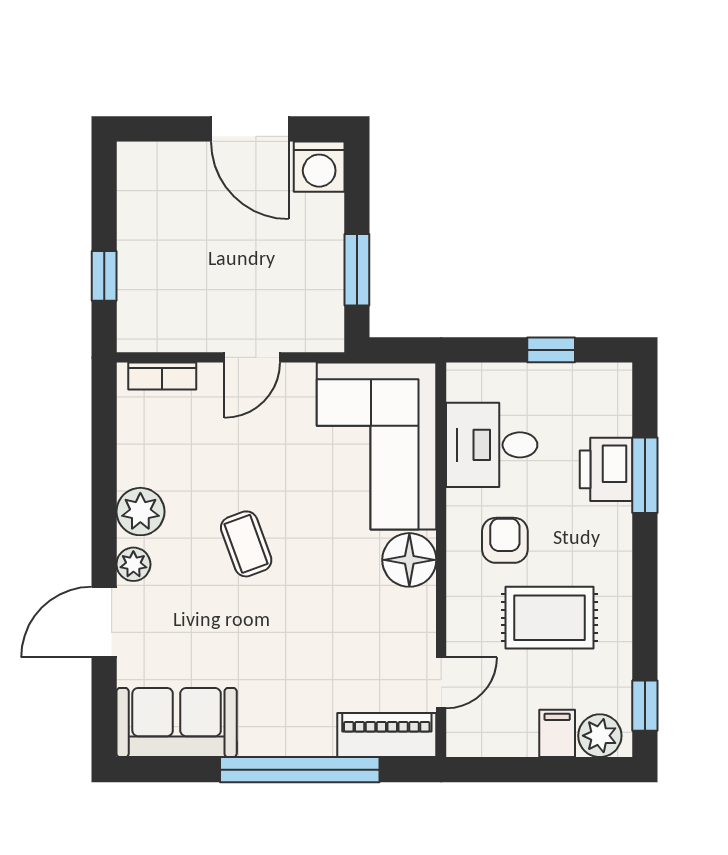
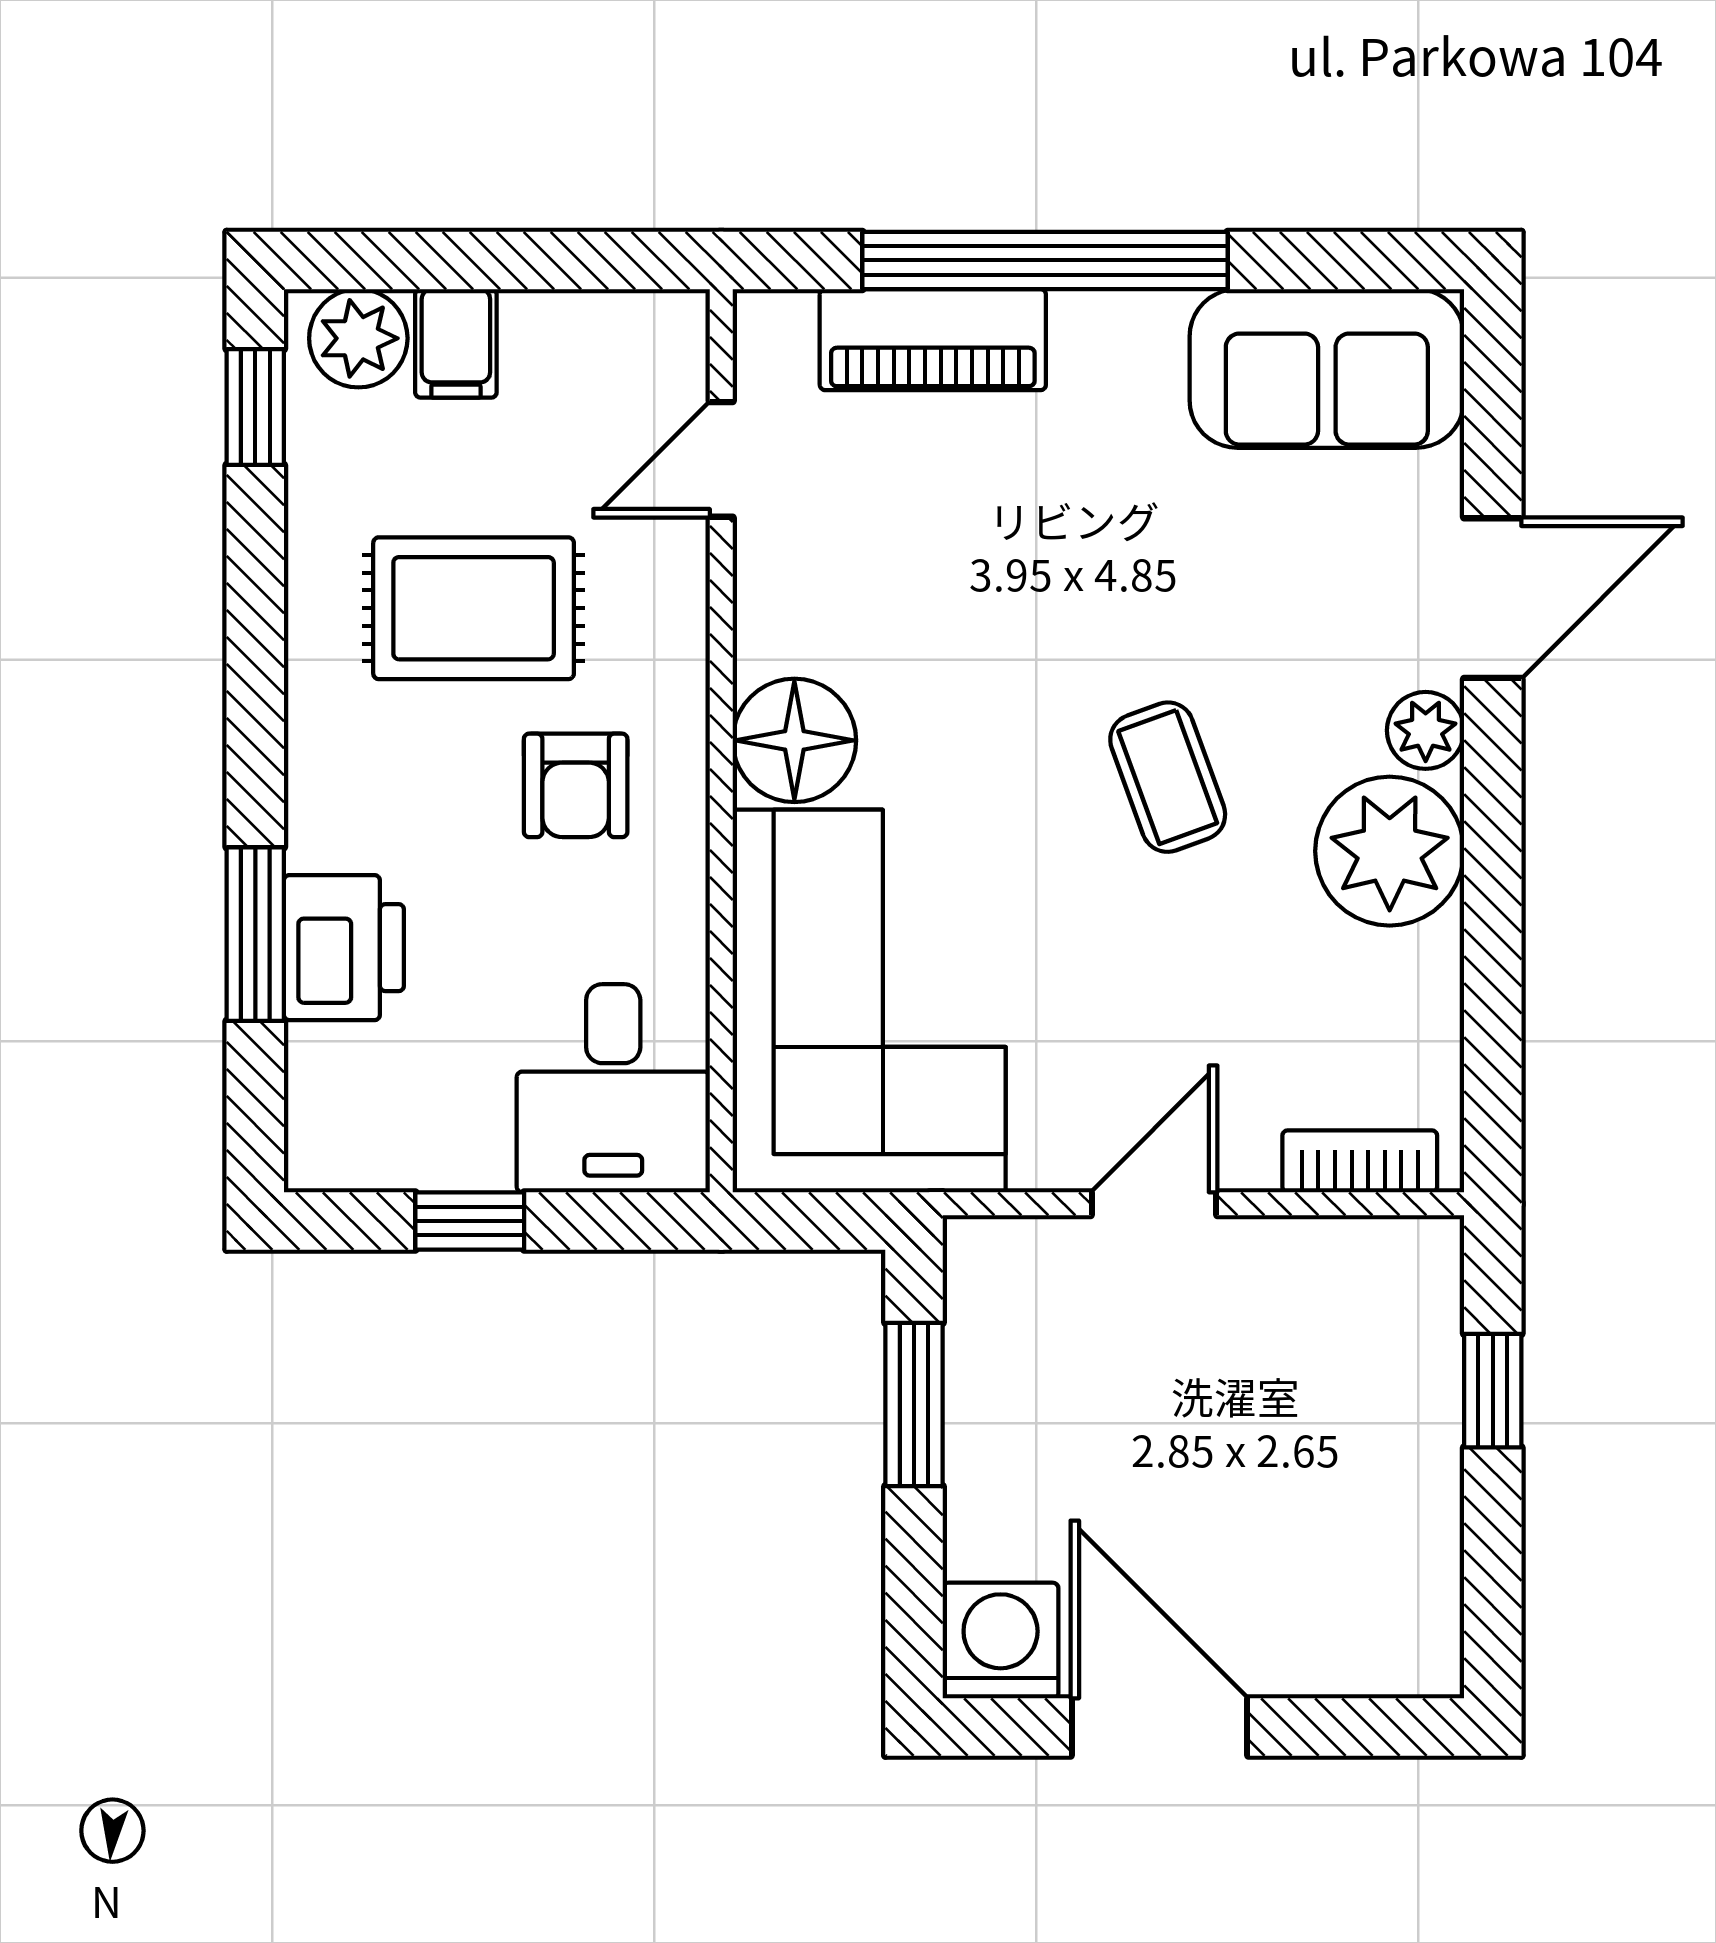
desk: (492, 445) -> (613, 1088), moved, turned 90
plant: (140, 512) -> (1390, 851), width x1.36, depth x1.36
piano: (387, 735) -> (933, 340), moved

